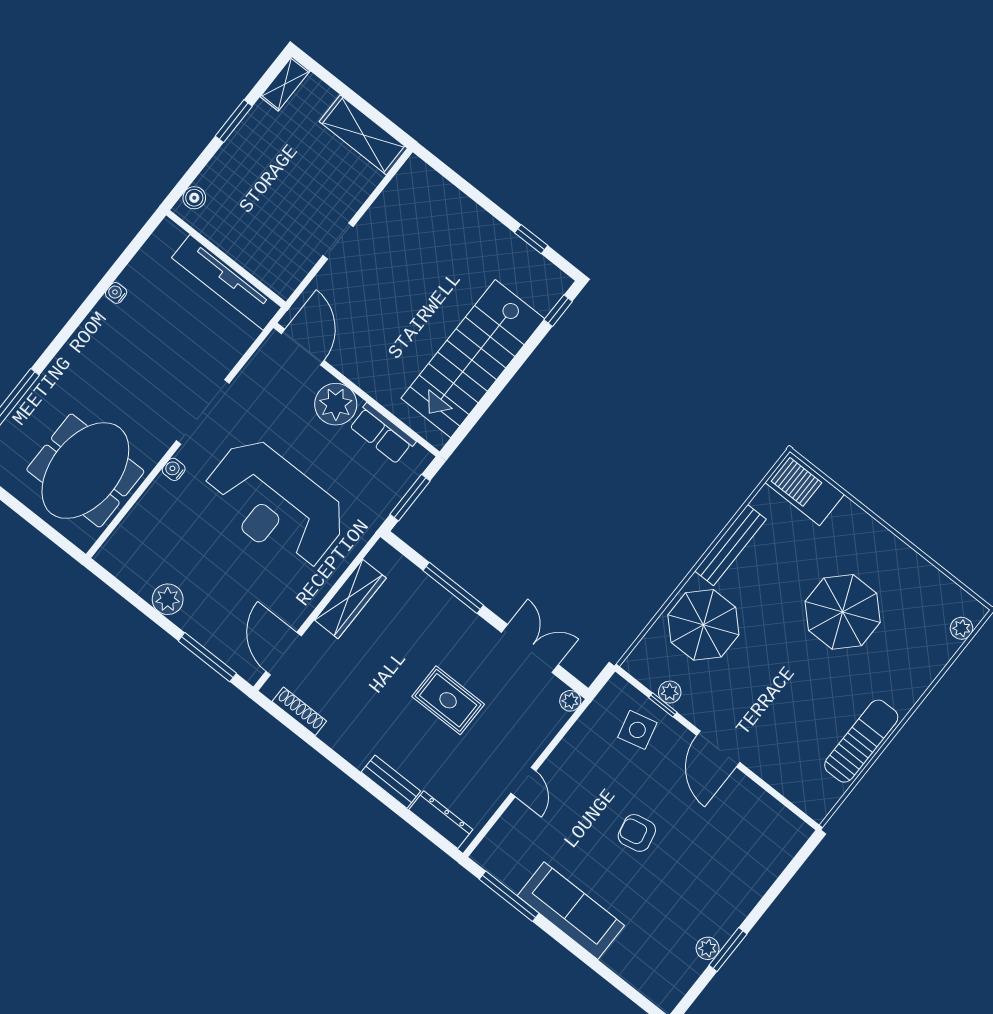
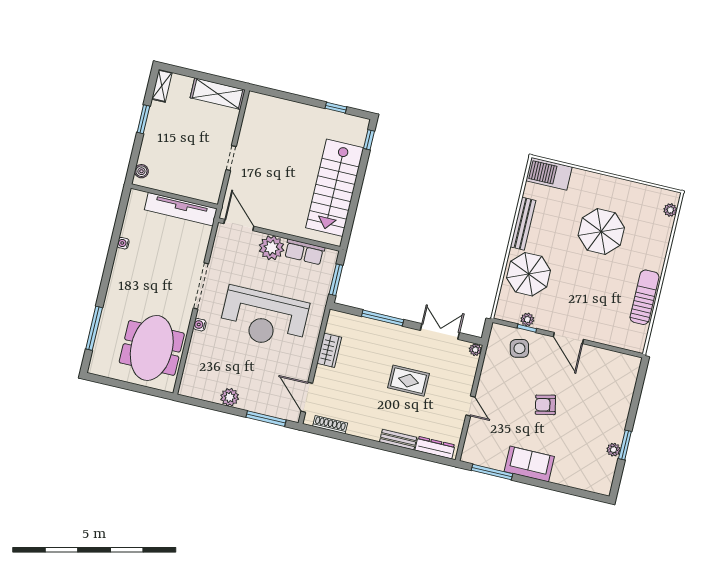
wardrobe: (350, 599) -> (329, 350), width x0.67
sofa: (571, 911) -> (529, 464), width x0.73

